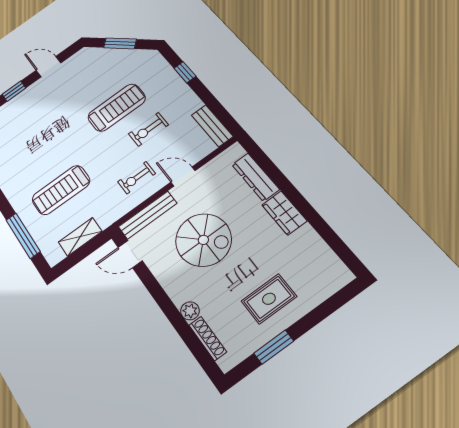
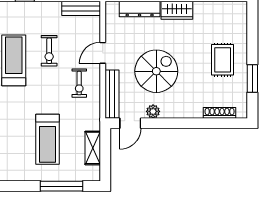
plant: (190, 311) -> (153, 111), moved

